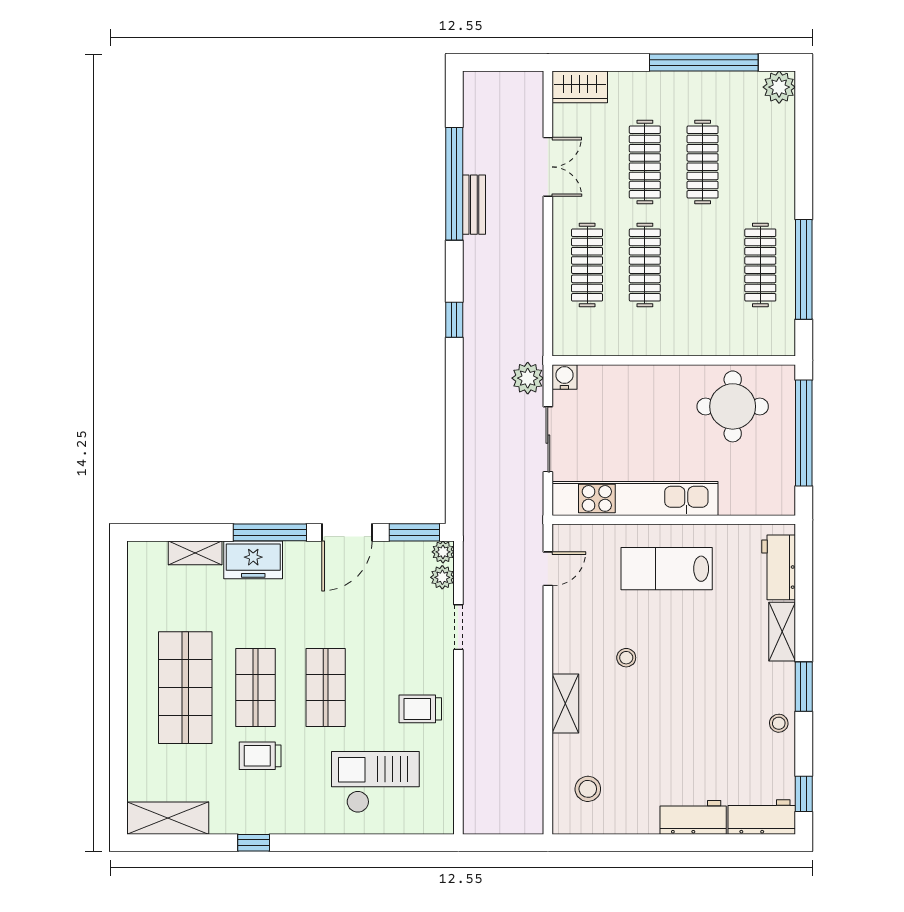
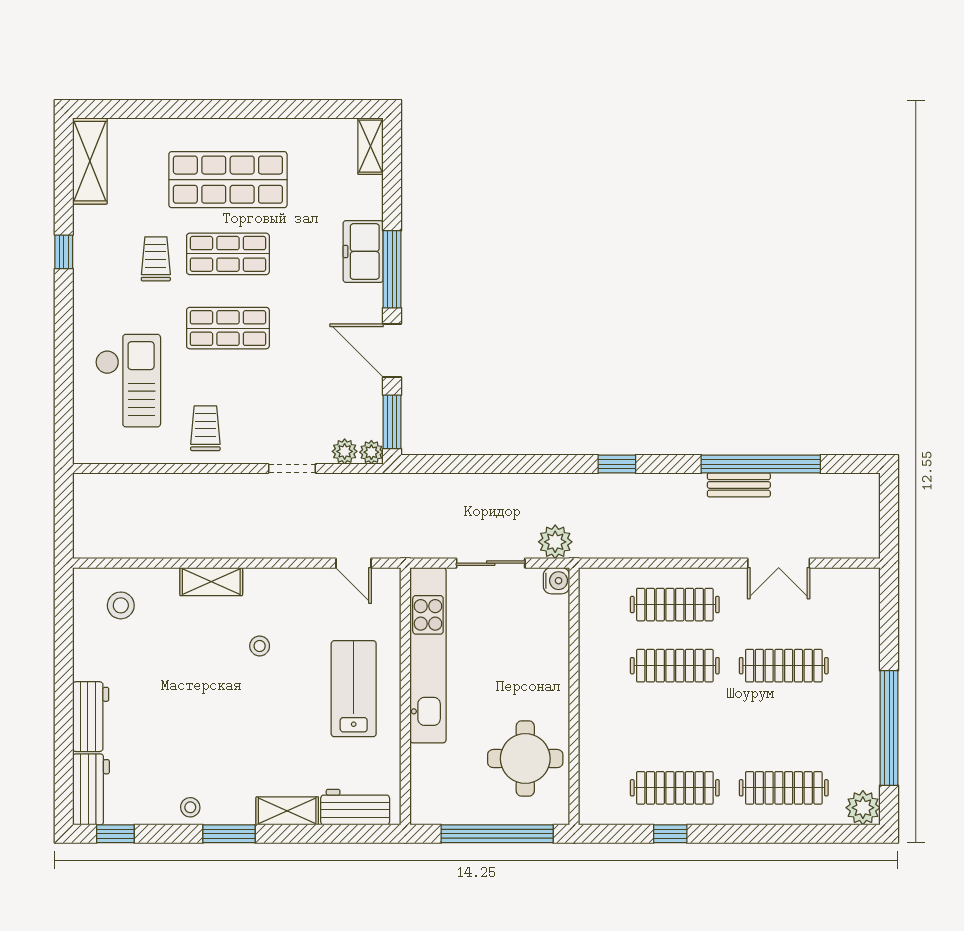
wardrobe: (580, 87) -> (863, 597), removed
clothes rail: (703, 162) -> (784, 788), moved
window: (804, 269) -> (670, 834), width x0.32
shelving: (195, 553) -> (371, 146), moved

